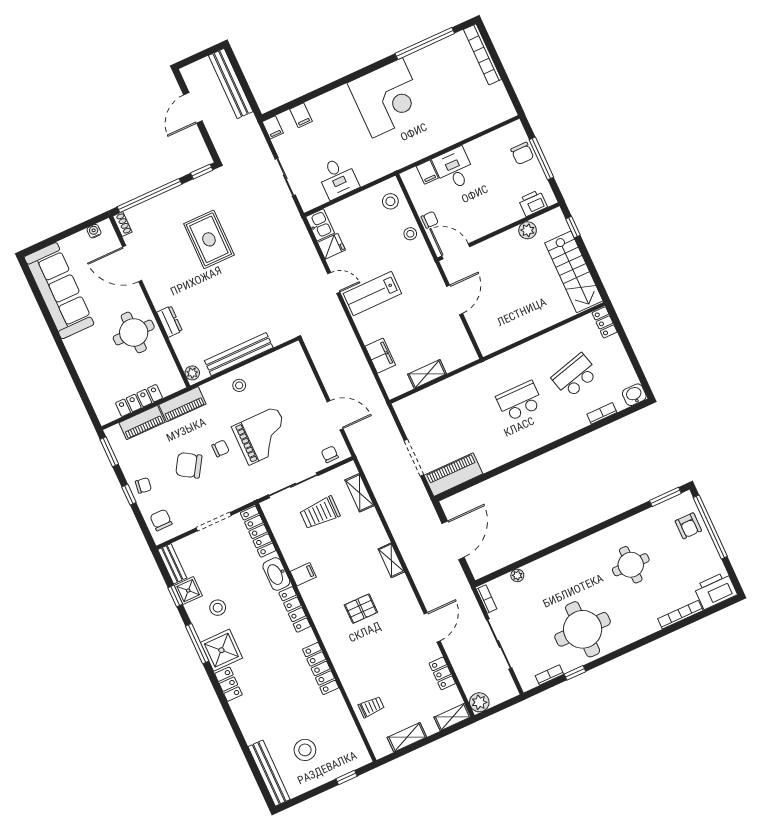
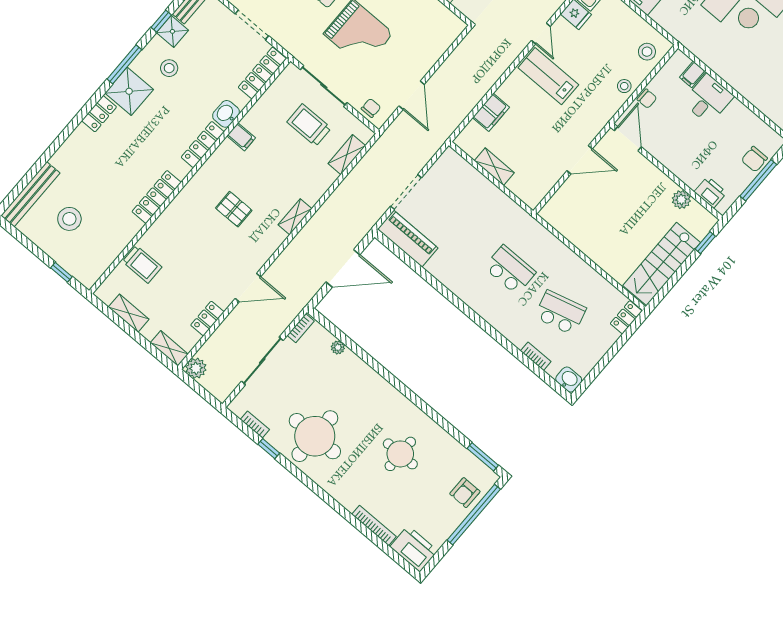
washbasin: (276, 574) -> (226, 114), width x0.72
trolley: (371, 707) -> (142, 264), width x1.36, depth x1.39

